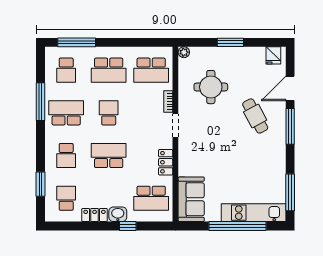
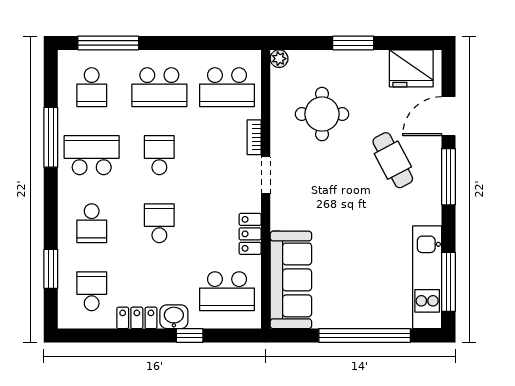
fridge: (273, 55) -> (411, 68), width x1.88, depth x1.34
school desk: (109, 156) -> (159, 223), width x0.54
sofa: (191, 199) -> (291, 280), width x1.36
kitchen unit: (254, 213) -> (427, 277), moved, turned -90

